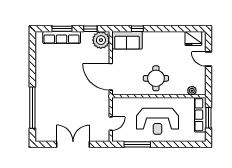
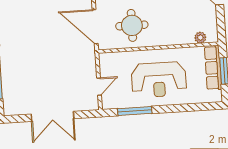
round table: (156, 78) -> (132, 25), moved
double door: (73, 144) -> (52, 116), swing flipped

